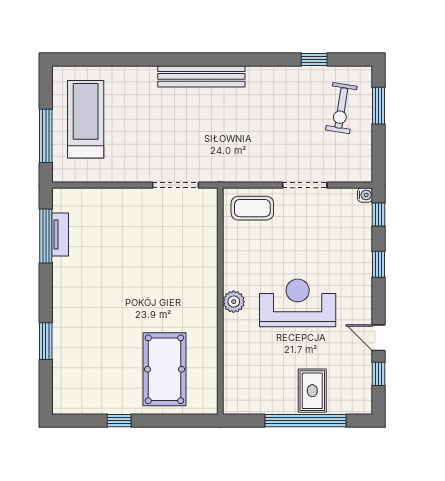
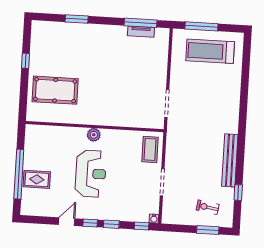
bench: (201, 76) -> (230, 160), moved
exercise bike: (341, 108) -> (208, 207), width x0.73, depth x0.72
treadmill: (86, 119) -> (210, 51), turned 180
window: (378, 374) -> (90, 223), moved

